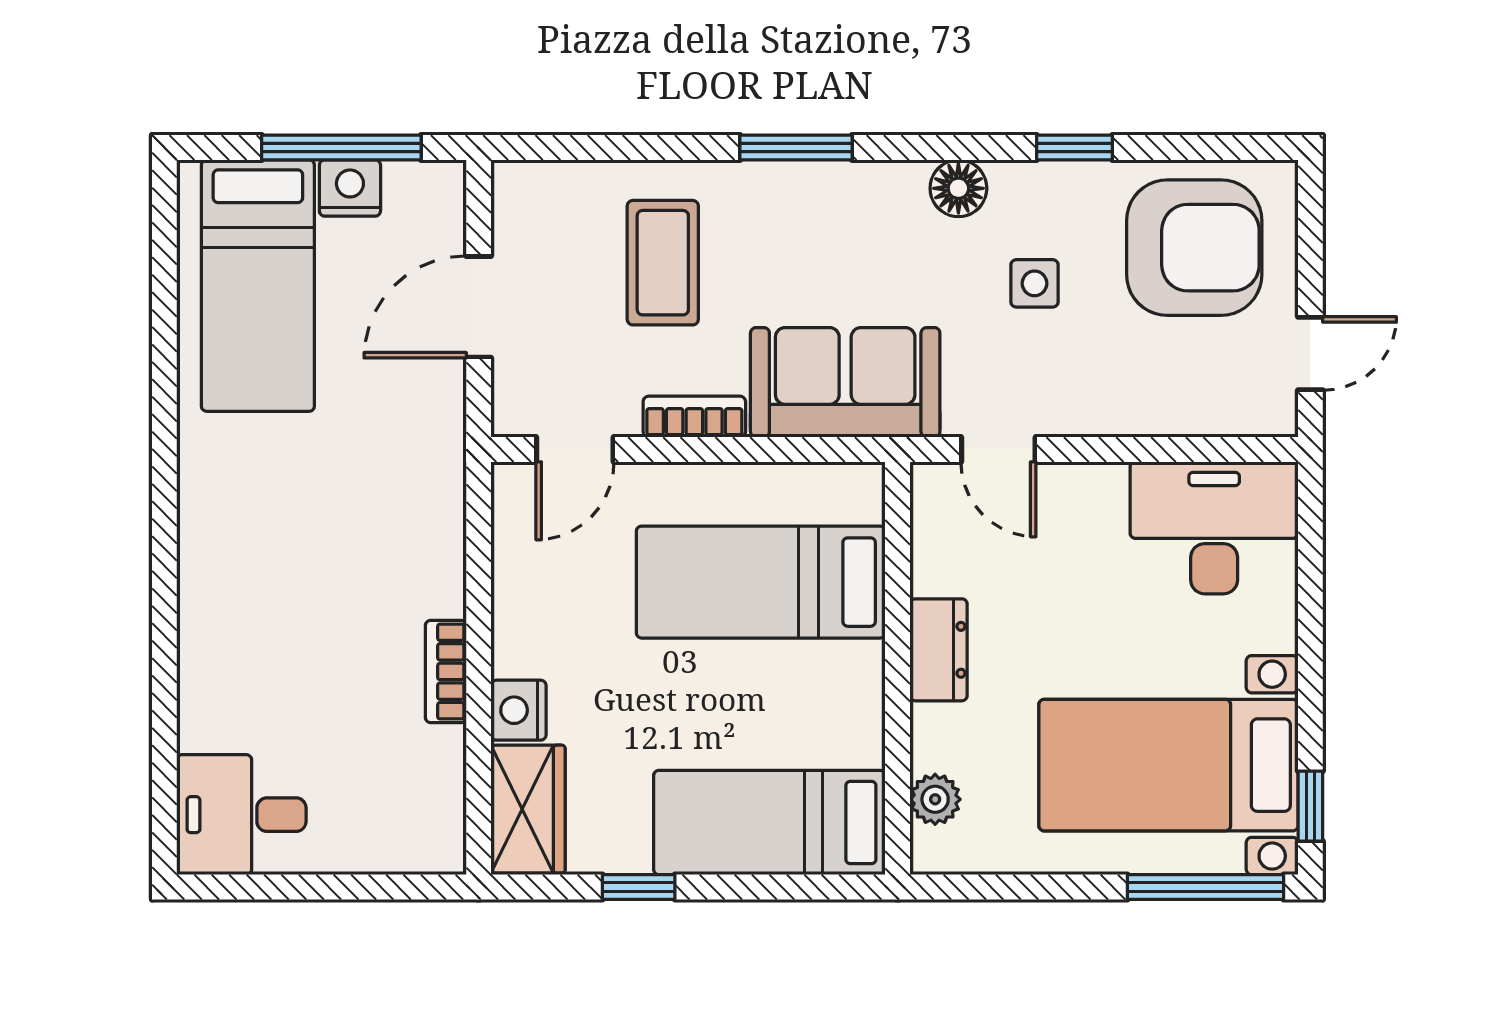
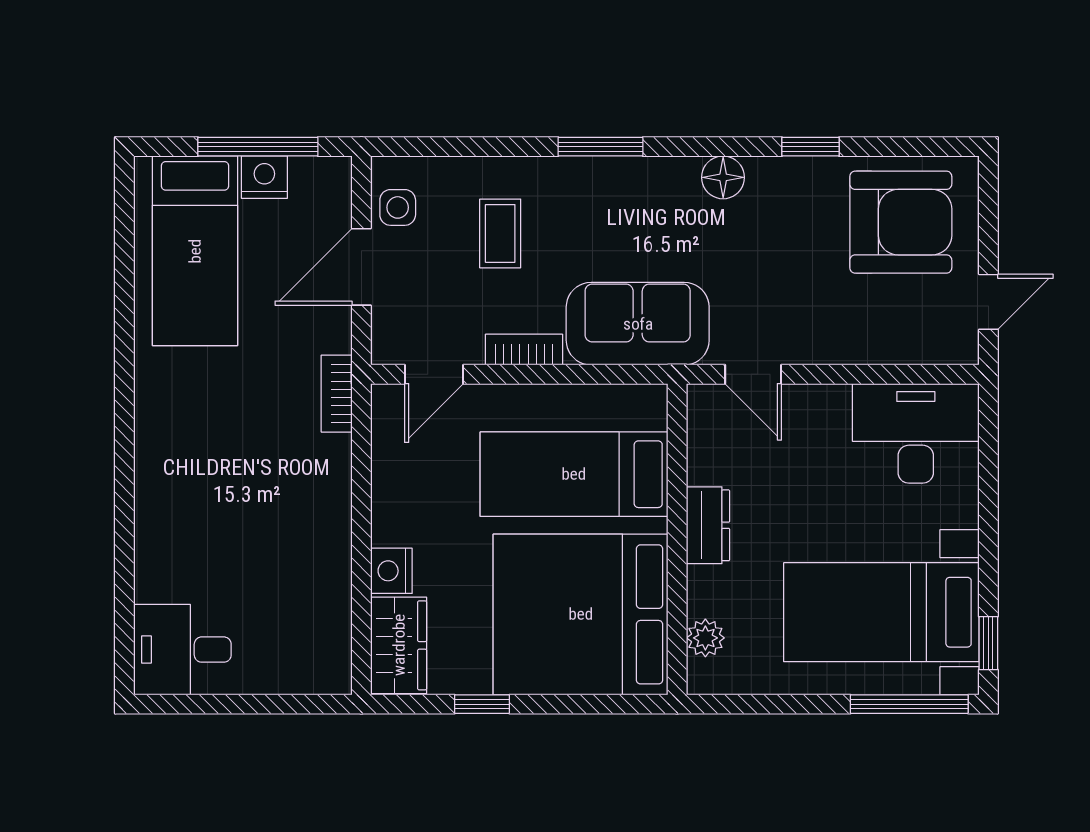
coffee table: (663, 263) -> (500, 233), width x0.73, depth x0.77
side table: (1035, 283) -> (398, 207), moved
bookcase: (446, 671) -> (337, 394), moved
bed: (769, 822) -> (581, 614), width x2.04

